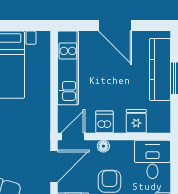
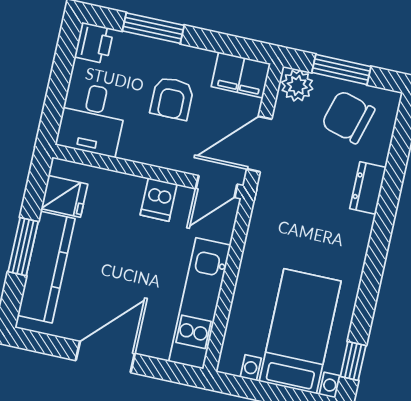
door: (115, 26) -> (105, 357), hinge flipped
fridge: (136, 121) -> (64, 196), moved, turned -90
floor lamp: (103, 146) -> (169, 159), removed

